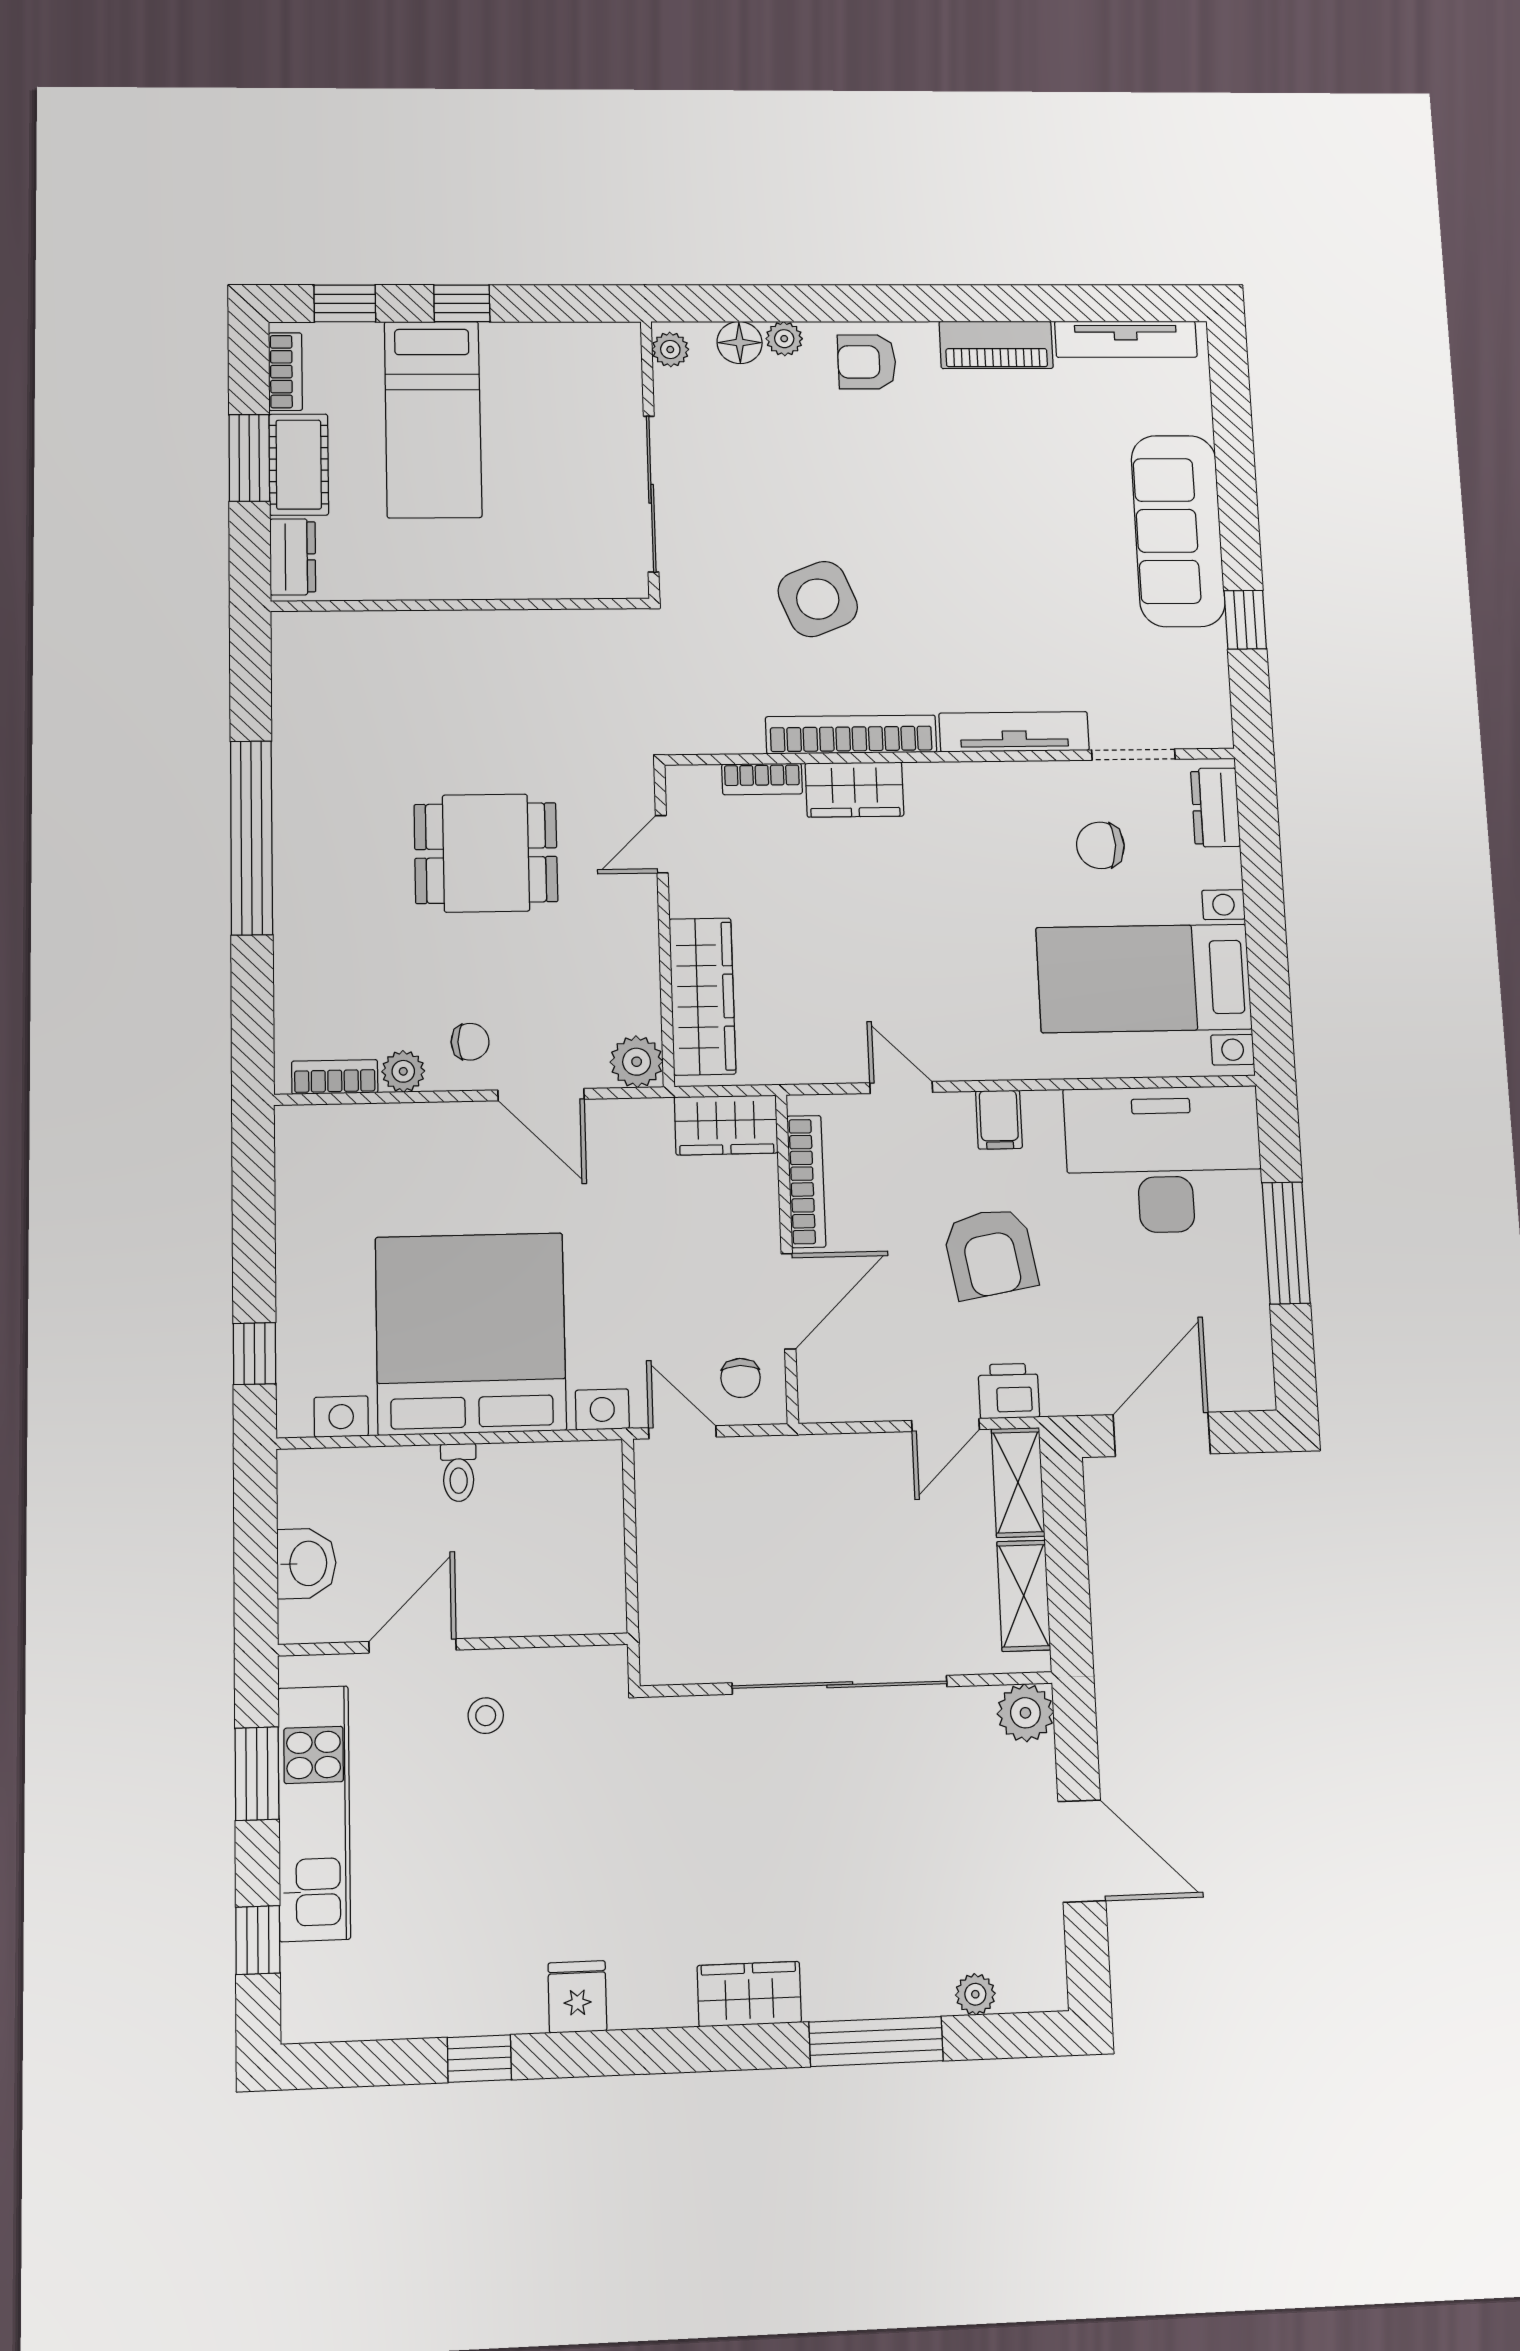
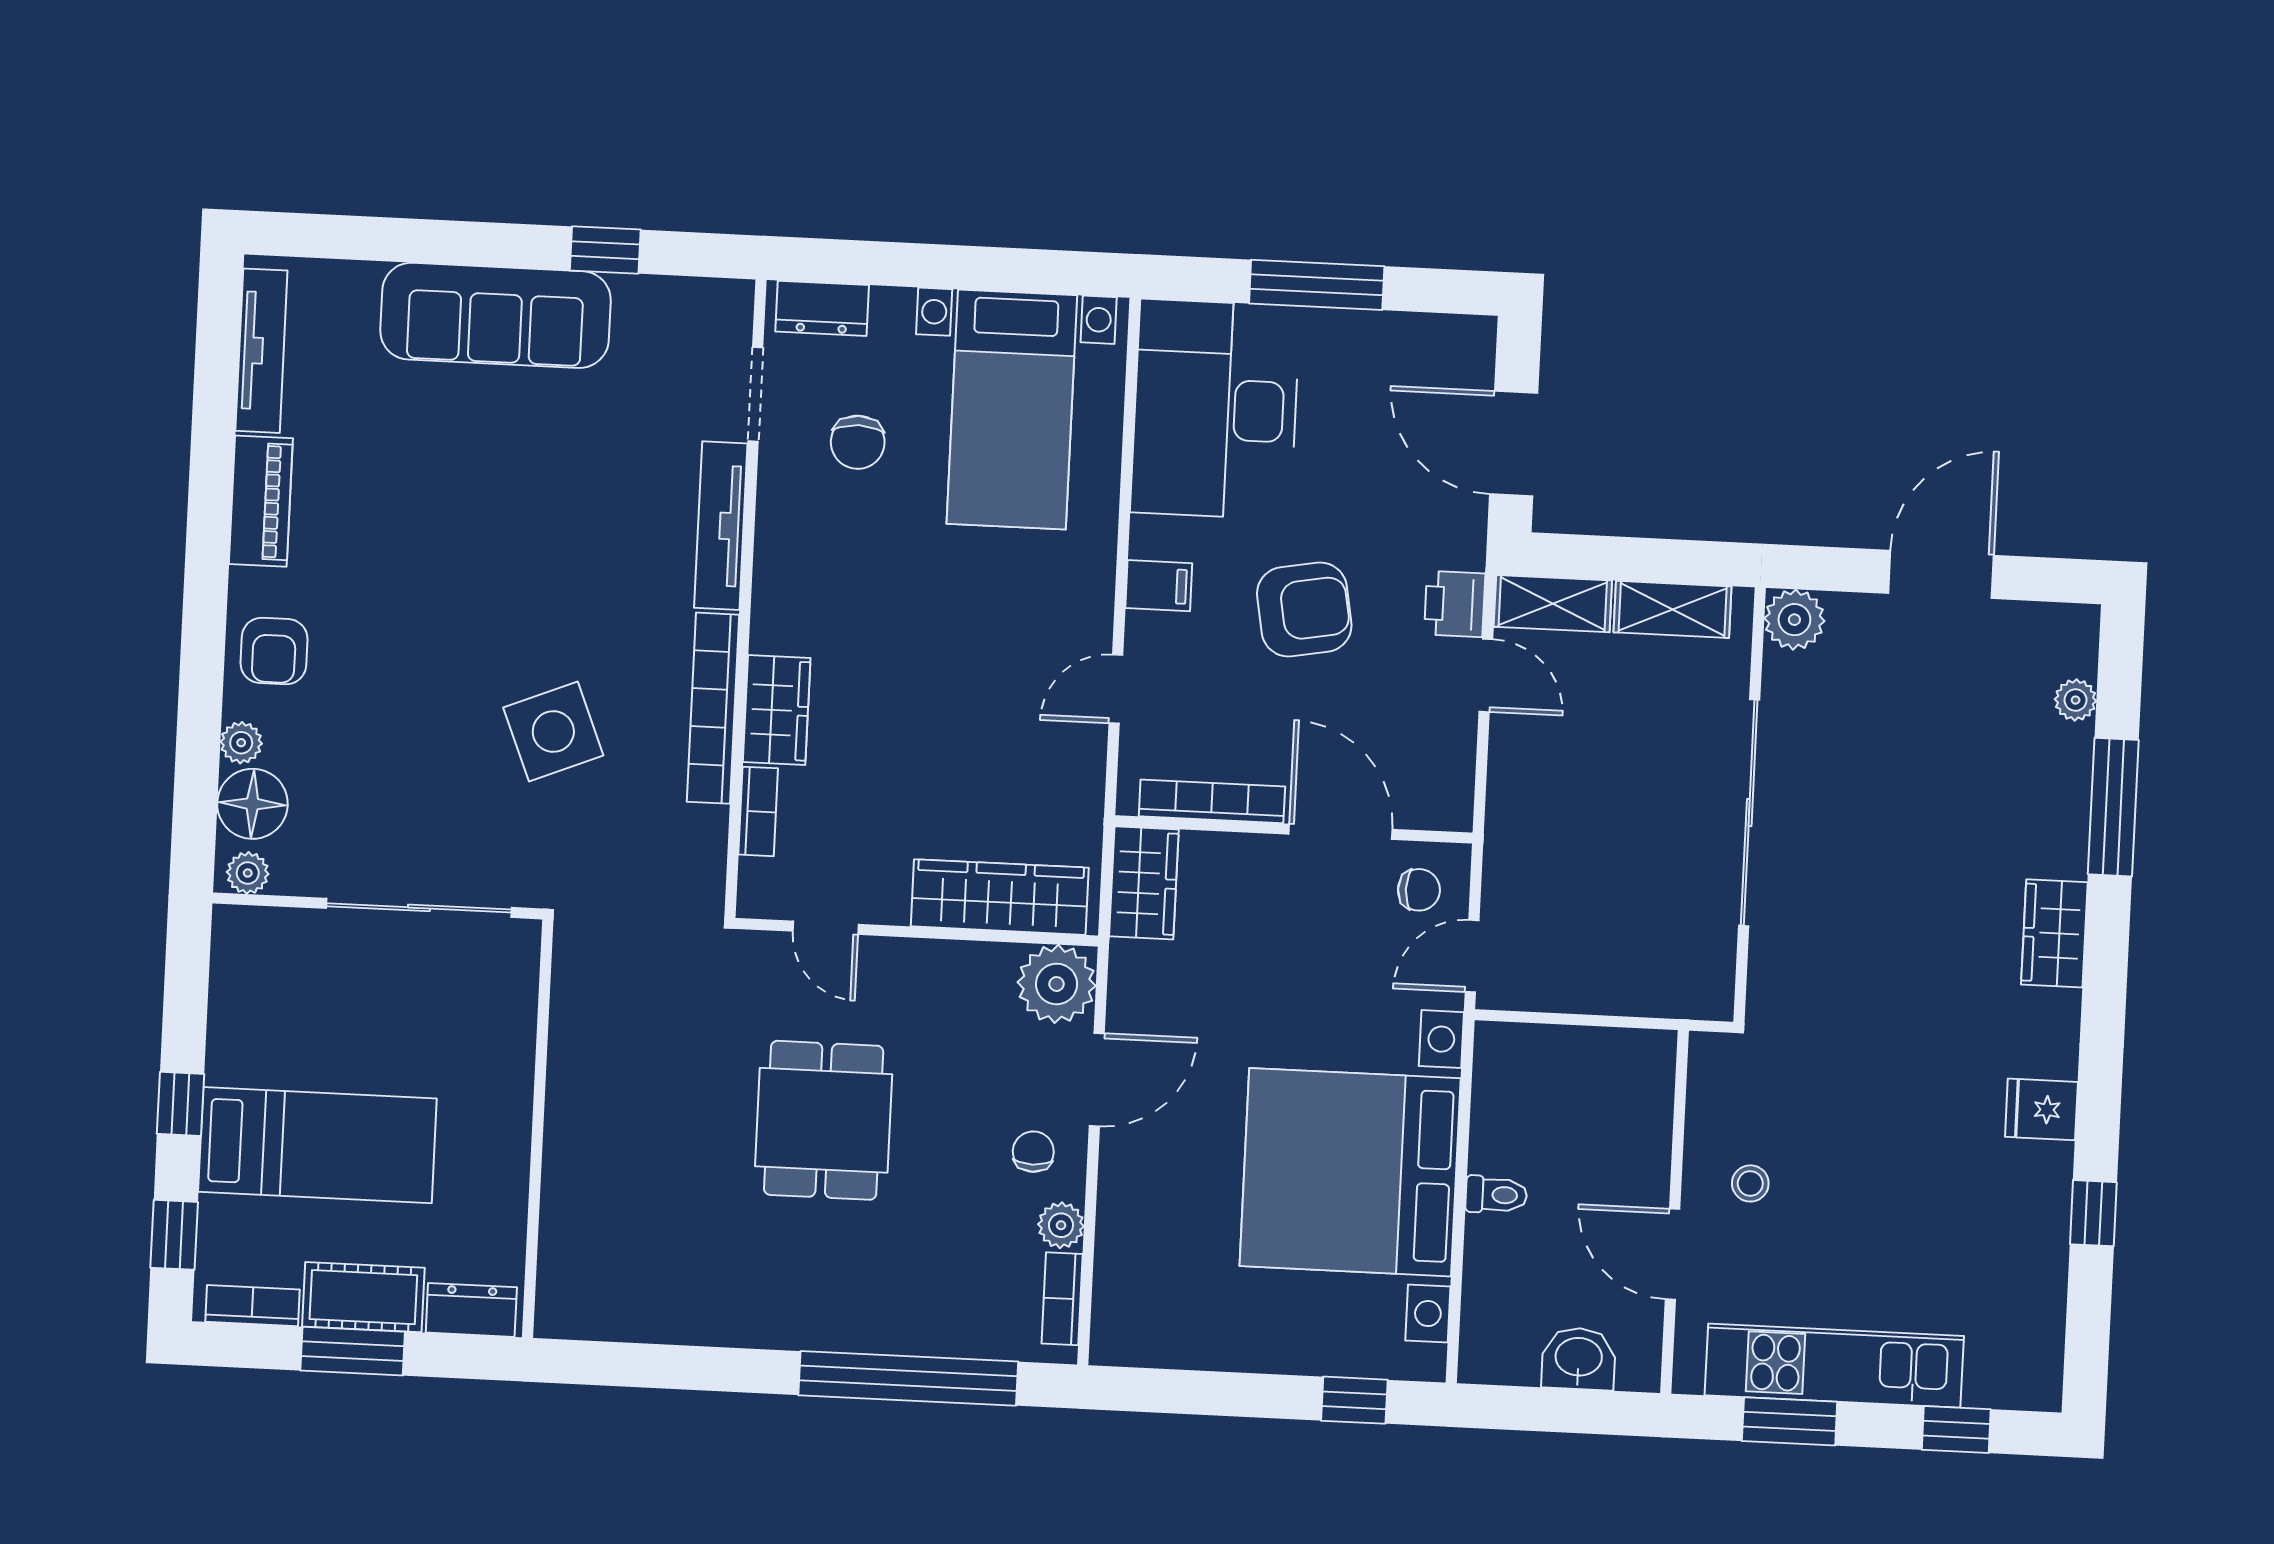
floor lamp: (740, 343) -> (252, 804), width x1.38, depth x1.38
window: (251, 838) -> (908, 1378), moved
plant: (637, 1062) -> (1057, 984), width x1.36, depth x1.36

